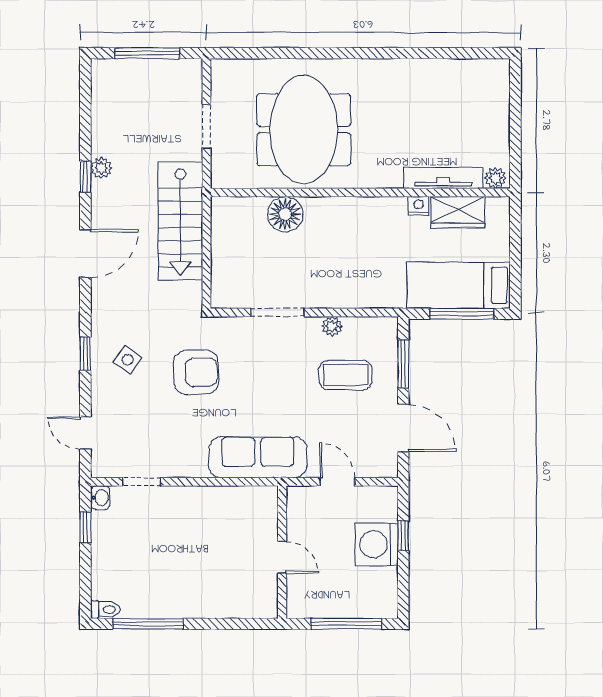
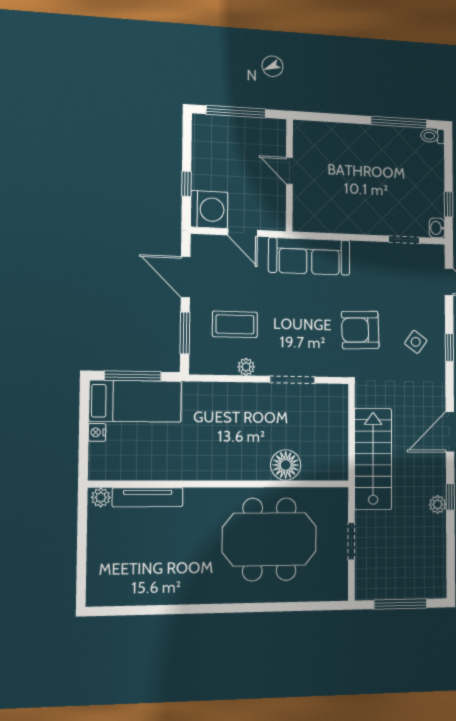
meeting table: (304, 130) -> (269, 539), turned 90
nightstand: (419, 206) -> (97, 432), moved, turned 90
wardrobe: (458, 212) -> (135, 467), removed
washing machine: (377, 544) -> (209, 210), moved

